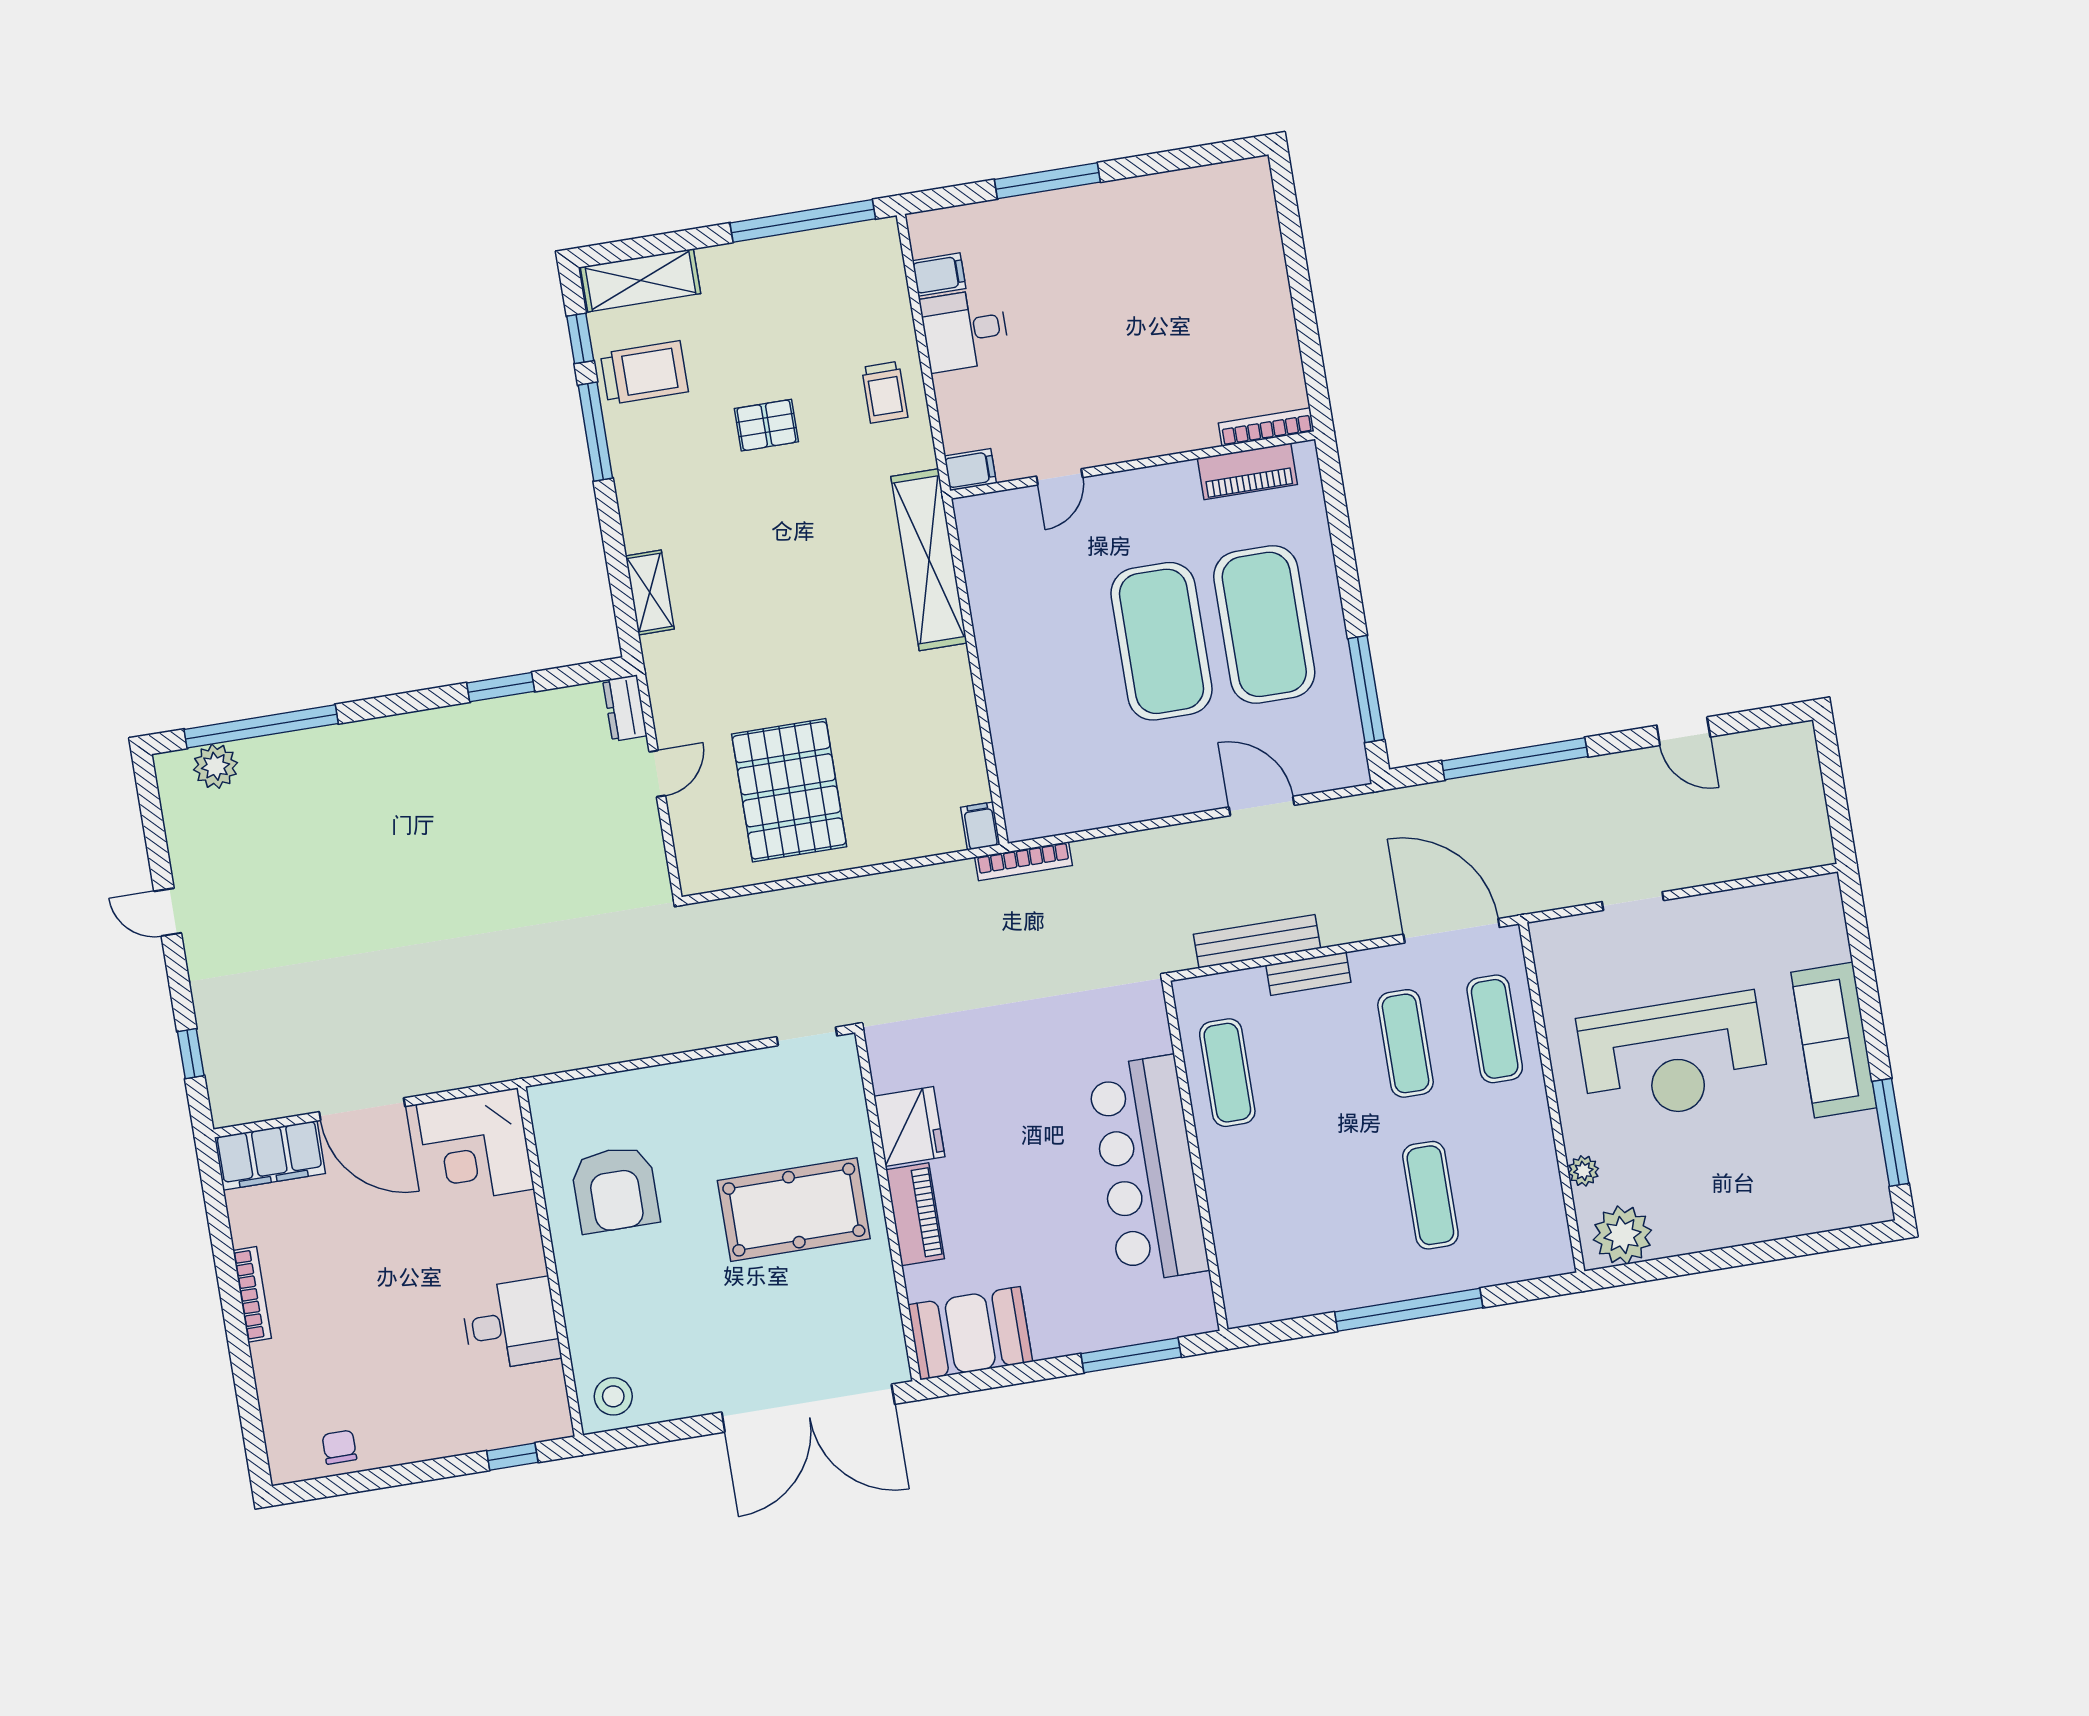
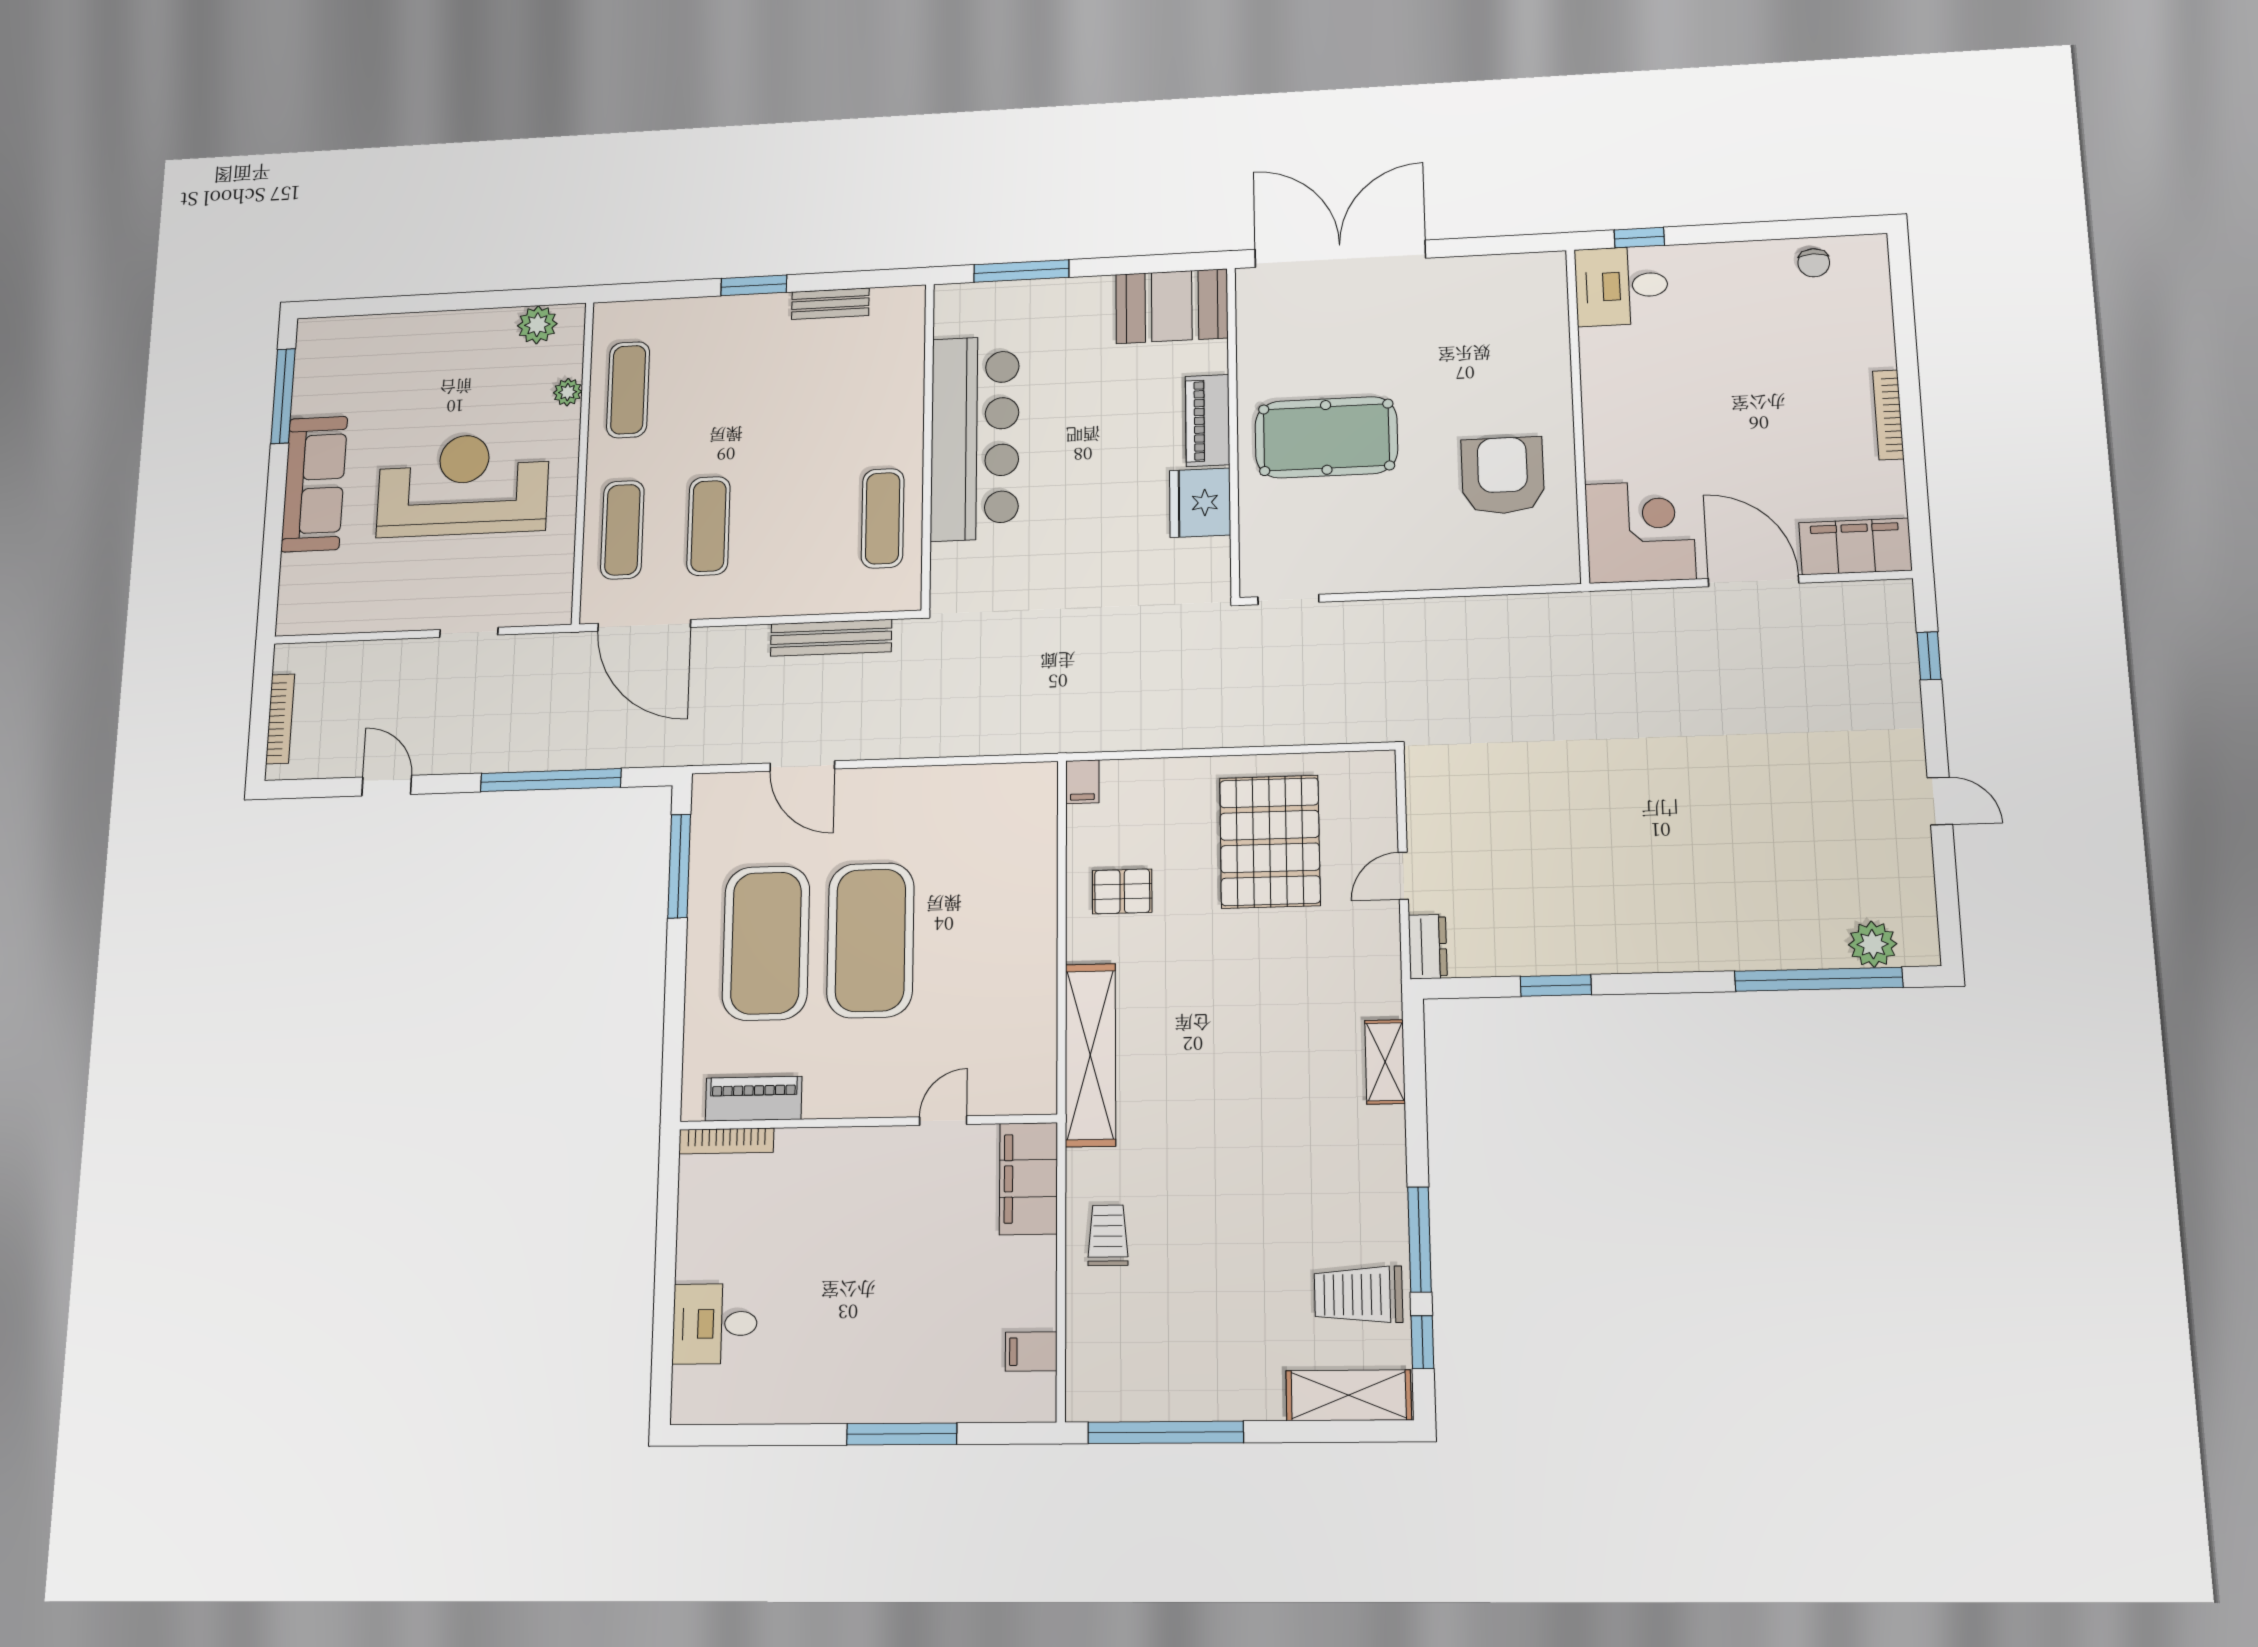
desk: (965, 330) -> (715, 1324), moved, turned 180
pallet: (766, 425) -> (1122, 891), moved
filing cabinet: (970, 470) -> (1028, 1179), width x3.00, depth x1.17
bookcase: (1024, 861) -> (280, 719), moved, turned 90
bench: (1308, 974) -> (830, 304), moved
exercise mat: (1430, 1195) -> (628, 390), moved
plant: (1622, 1235) -> (537, 325), width x0.73, depth x0.73
window: (1409, 1310) -> (754, 285), width x0.47
desk: (511, 1324) -> (1622, 286), moved
stool: (613, 1396) -> (1531, 283), removed

